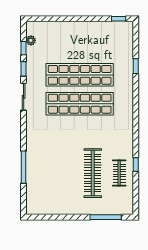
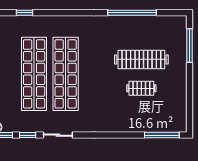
window: (136, 165) -> (132, 13), width x3.17
window: (24, 167) -> (162, 135), moved
clothes rail: (119, 173) -> (141, 88), moved

